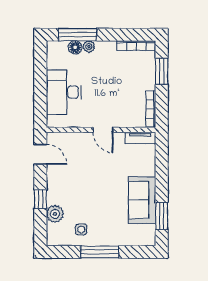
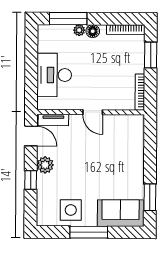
floor lamp: (75, 47) -> (93, 31), moved
tv unit: (140, 138) -> (53, 120), moved
sofa: (142, 200) -> (121, 213), moved, turned 90
plant: (55, 214) -> (45, 165), moved
side table: (81, 229) -> (71, 210), width x1.87, depth x1.87

